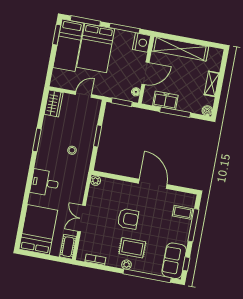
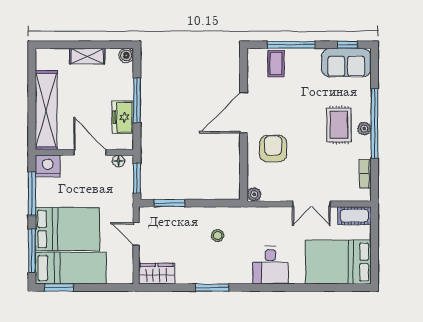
window: (98, 136) -> (169, 203), moved
armchair: (128, 219) -> (273, 149), moved
window: (147, 276) -> (374, 123), moved

